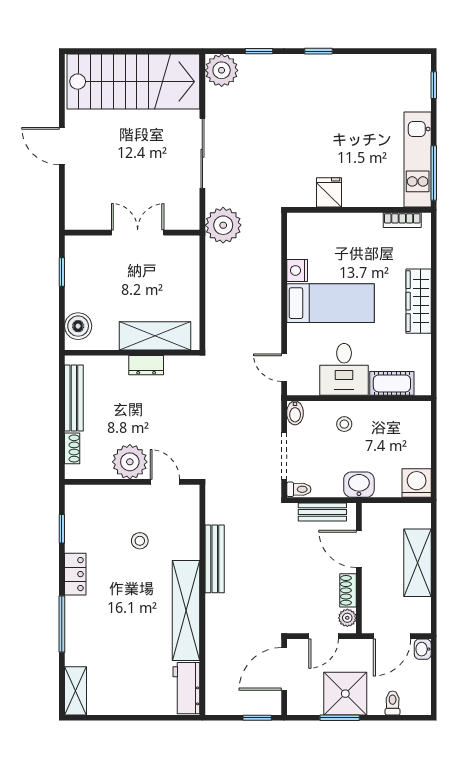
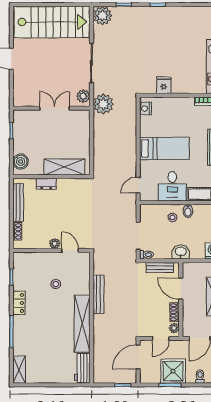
plant: (188, 211) -> (83, 96), added
nightstand: (297, 270) -> (146, 109), moved
dresser: (146, 365) -> (46, 184), moved
door: (284, 368) -> (138, 185), hinge flipped
bidet: (295, 413) -> (188, 211), moved
plant: (130, 462) -> (55, 244), width x0.53, depth x0.53

